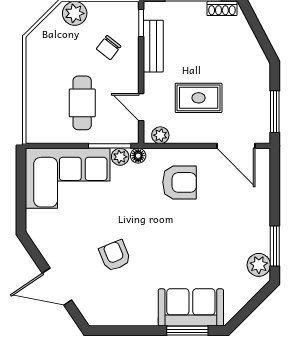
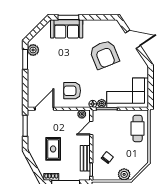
rug: (199, 98) -> (53, 149), moved, turned 90
cafe table: (82, 103) -> (138, 129), moved
door: (141, 107) -> (91, 128), swing flipped
door: (236, 146) -> (44, 109), hinge flipped
armchair: (115, 256) -> (104, 55), width x1.88, depth x1.88

